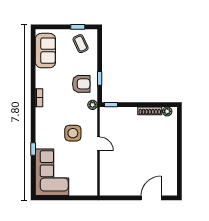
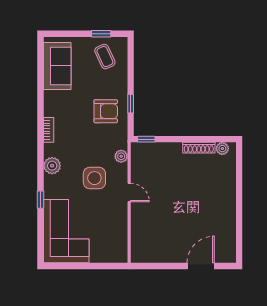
plant: (93, 105) -> (121, 156), moved
plant: (42, 124) -> (52, 166), added

